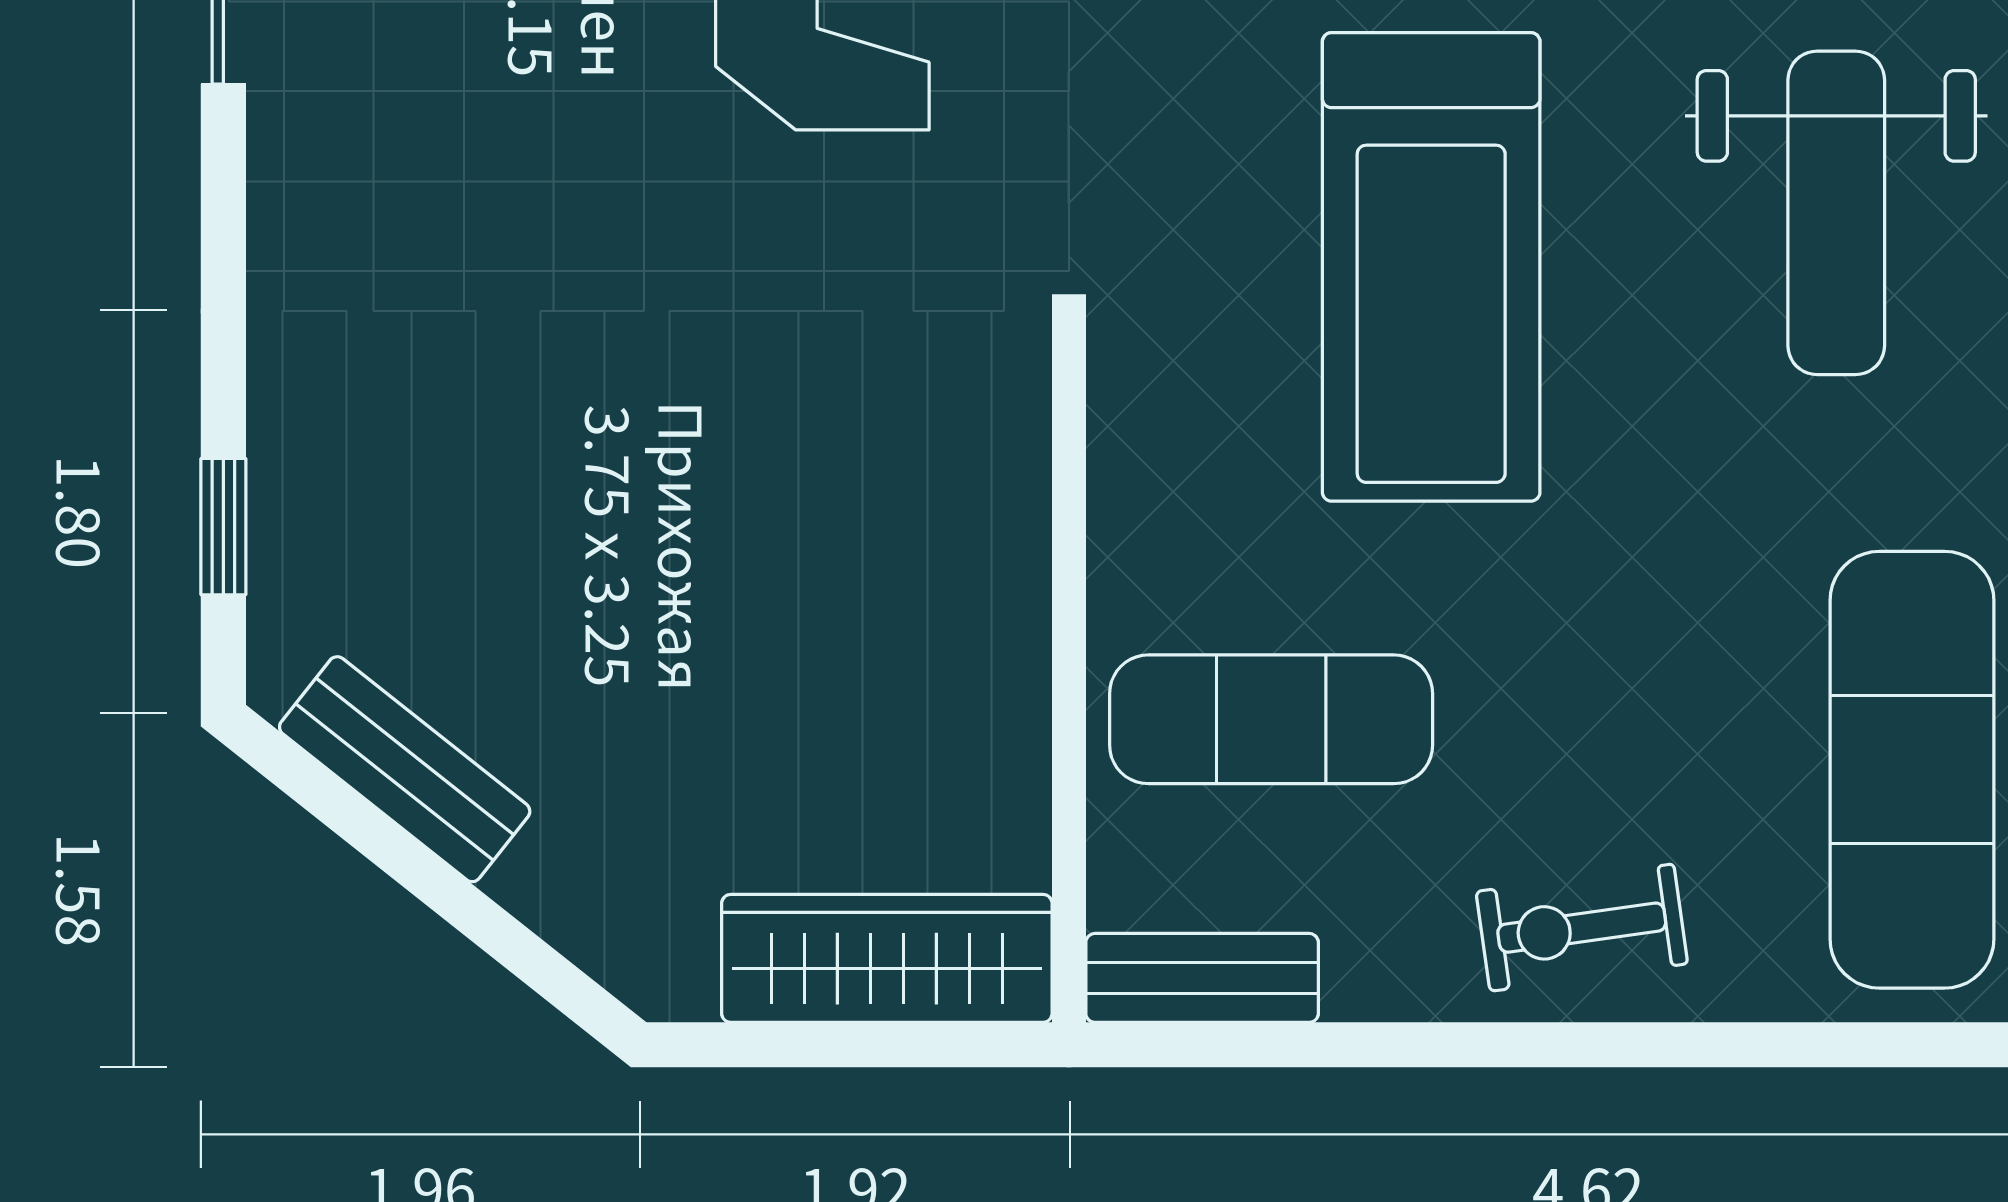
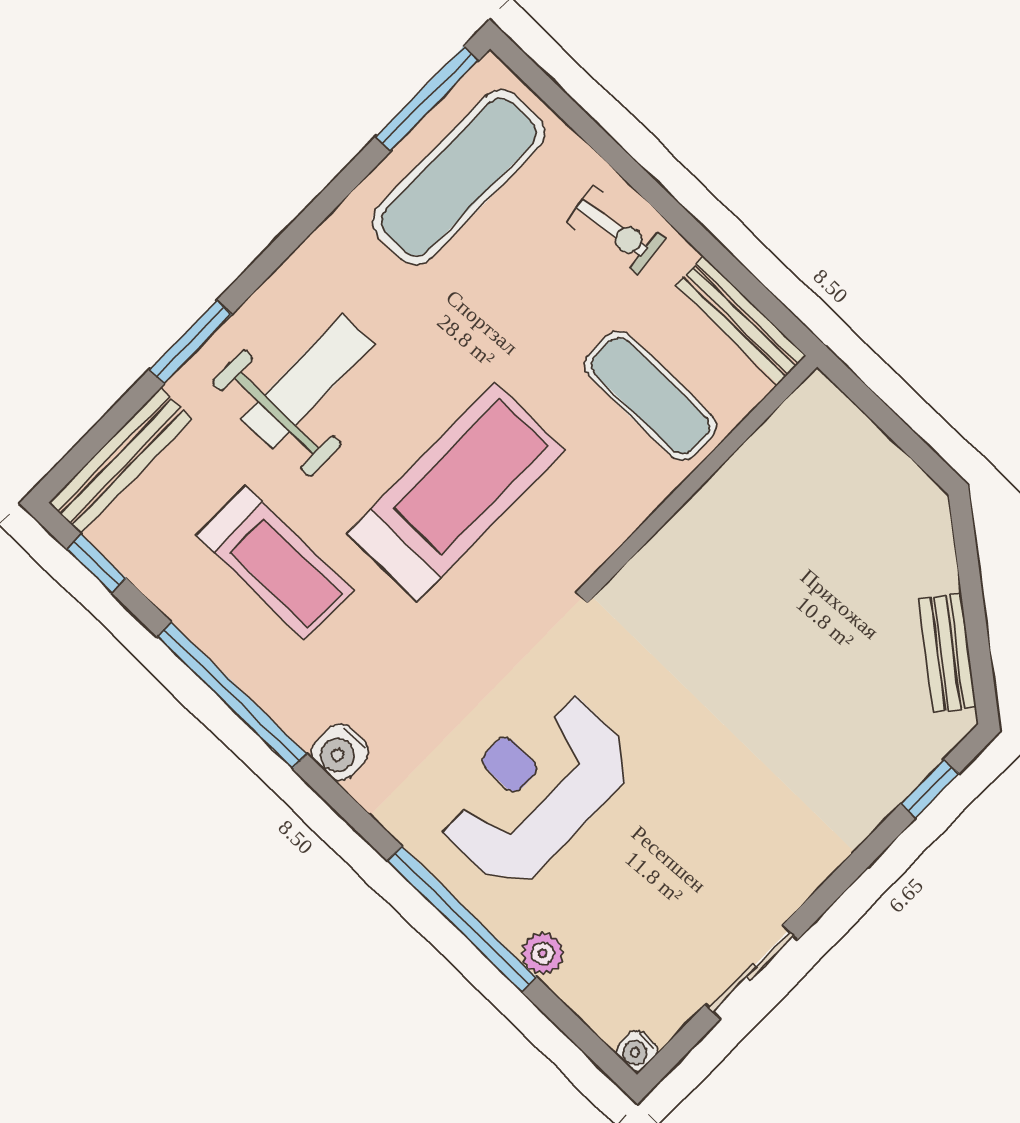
wardrobe: (887, 958) -> (851, 439), removed
bench: (1202, 978) -> (741, 320), width x1.36

